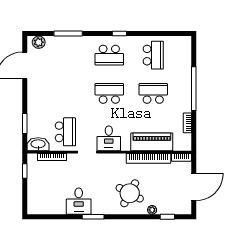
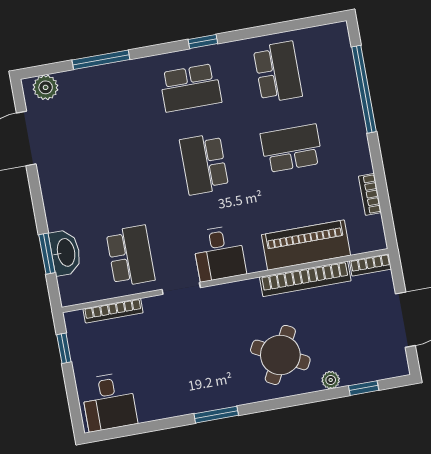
window: (194, 89) -> (364, 89), moved
school desk: (109, 93) -> (204, 164), turned -90
washbasin: (38, 144) -> (65, 253), moved, turned 90
desk: (79, 201) -> (109, 402), moved

